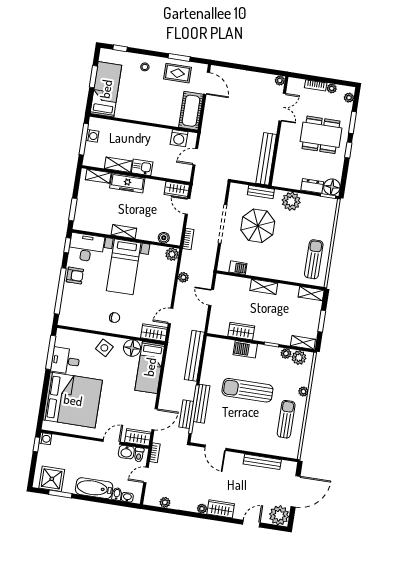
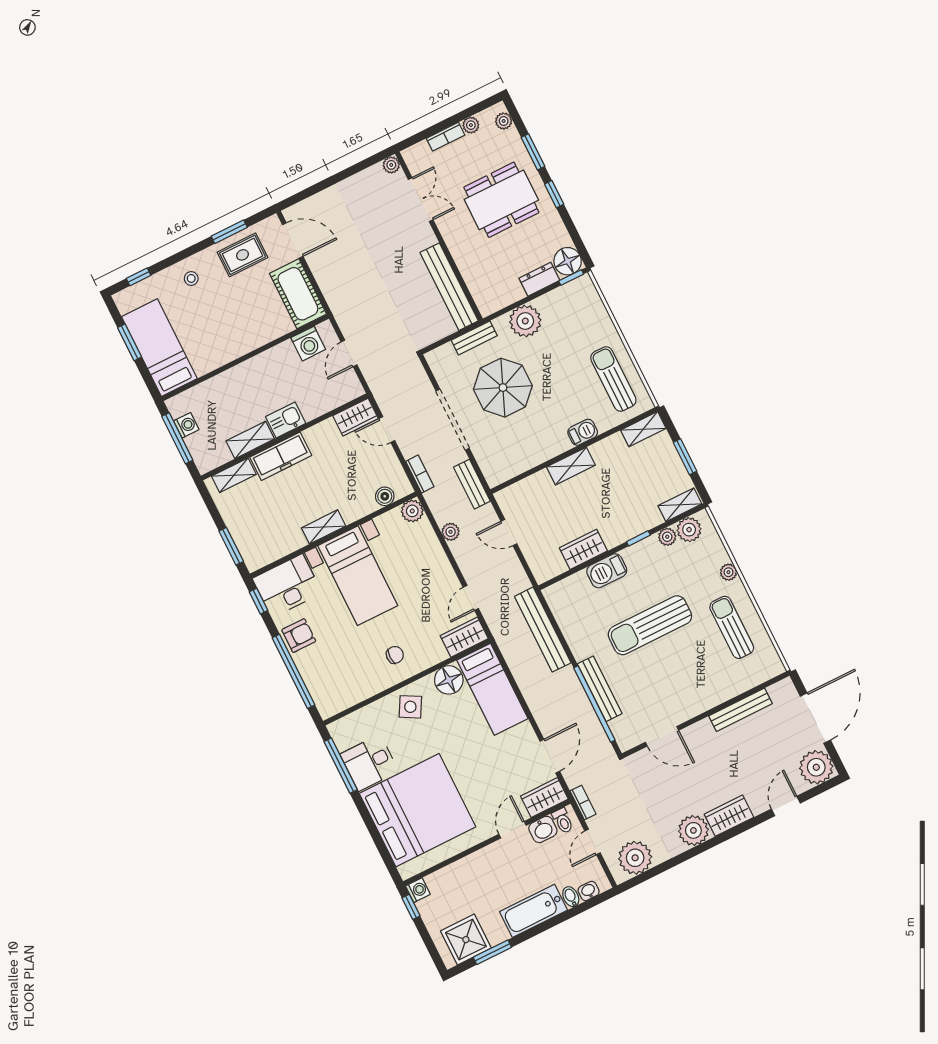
barbecue: (238, 268) -> (583, 432), moved
bench: (186, 414) -> (472, 484), moved
plant: (165, 502) -> (635, 858), width x1.87, depth x1.87
plant: (202, 509) -> (693, 830), width x1.88, depth x1.88

